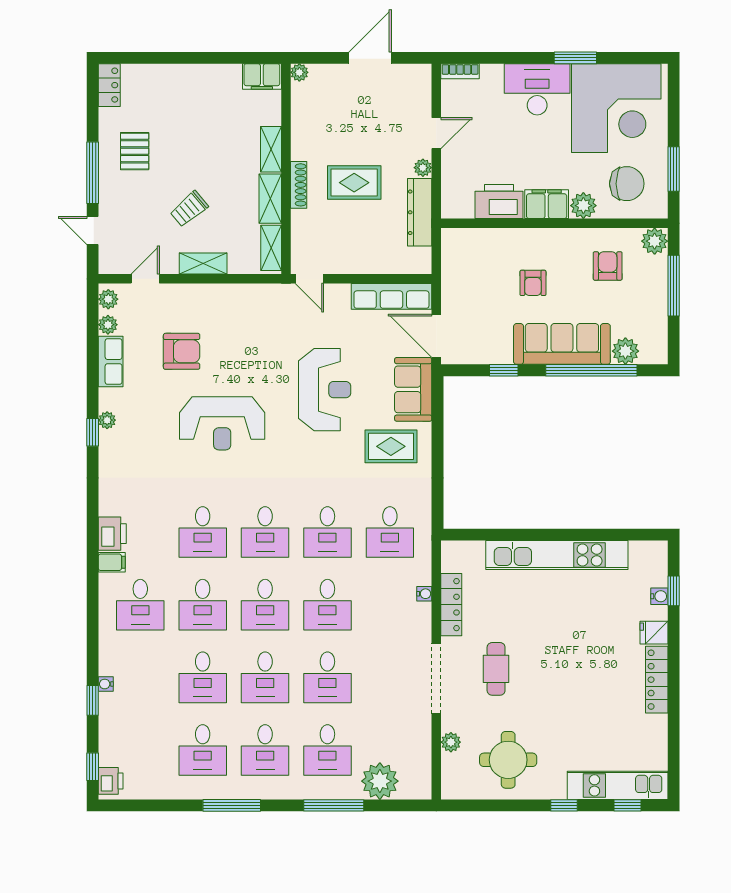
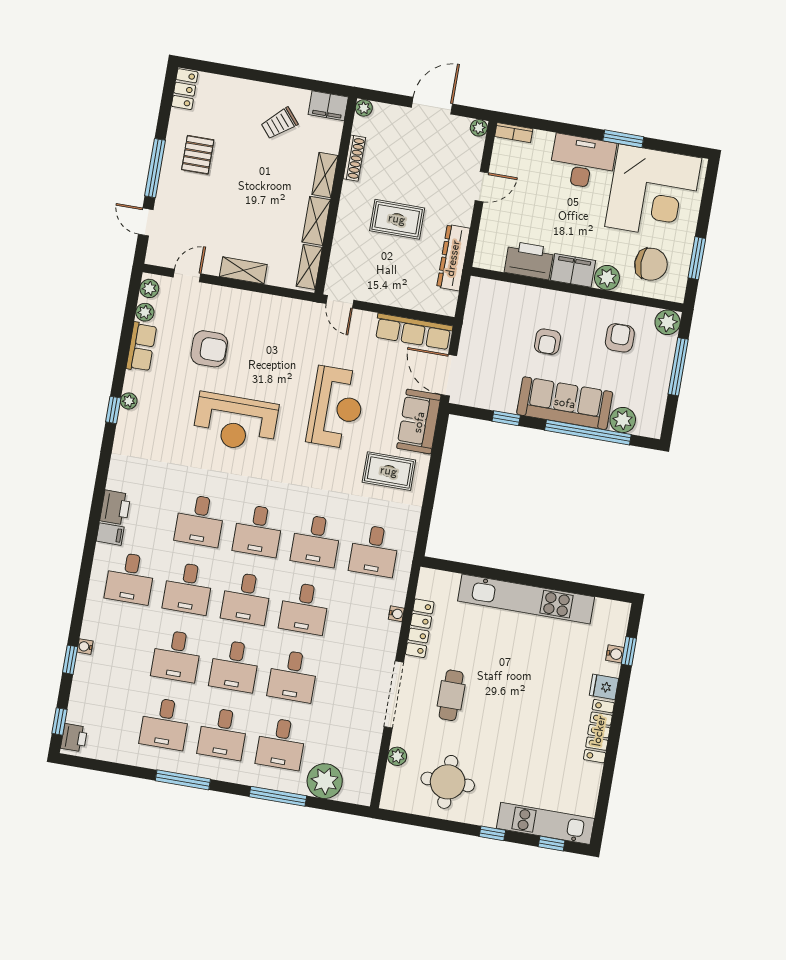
plant: (423, 168) -> (479, 128), moved
shoe rack: (299, 185) -> (354, 158), moved
trolley: (189, 209) -> (279, 123), moved

